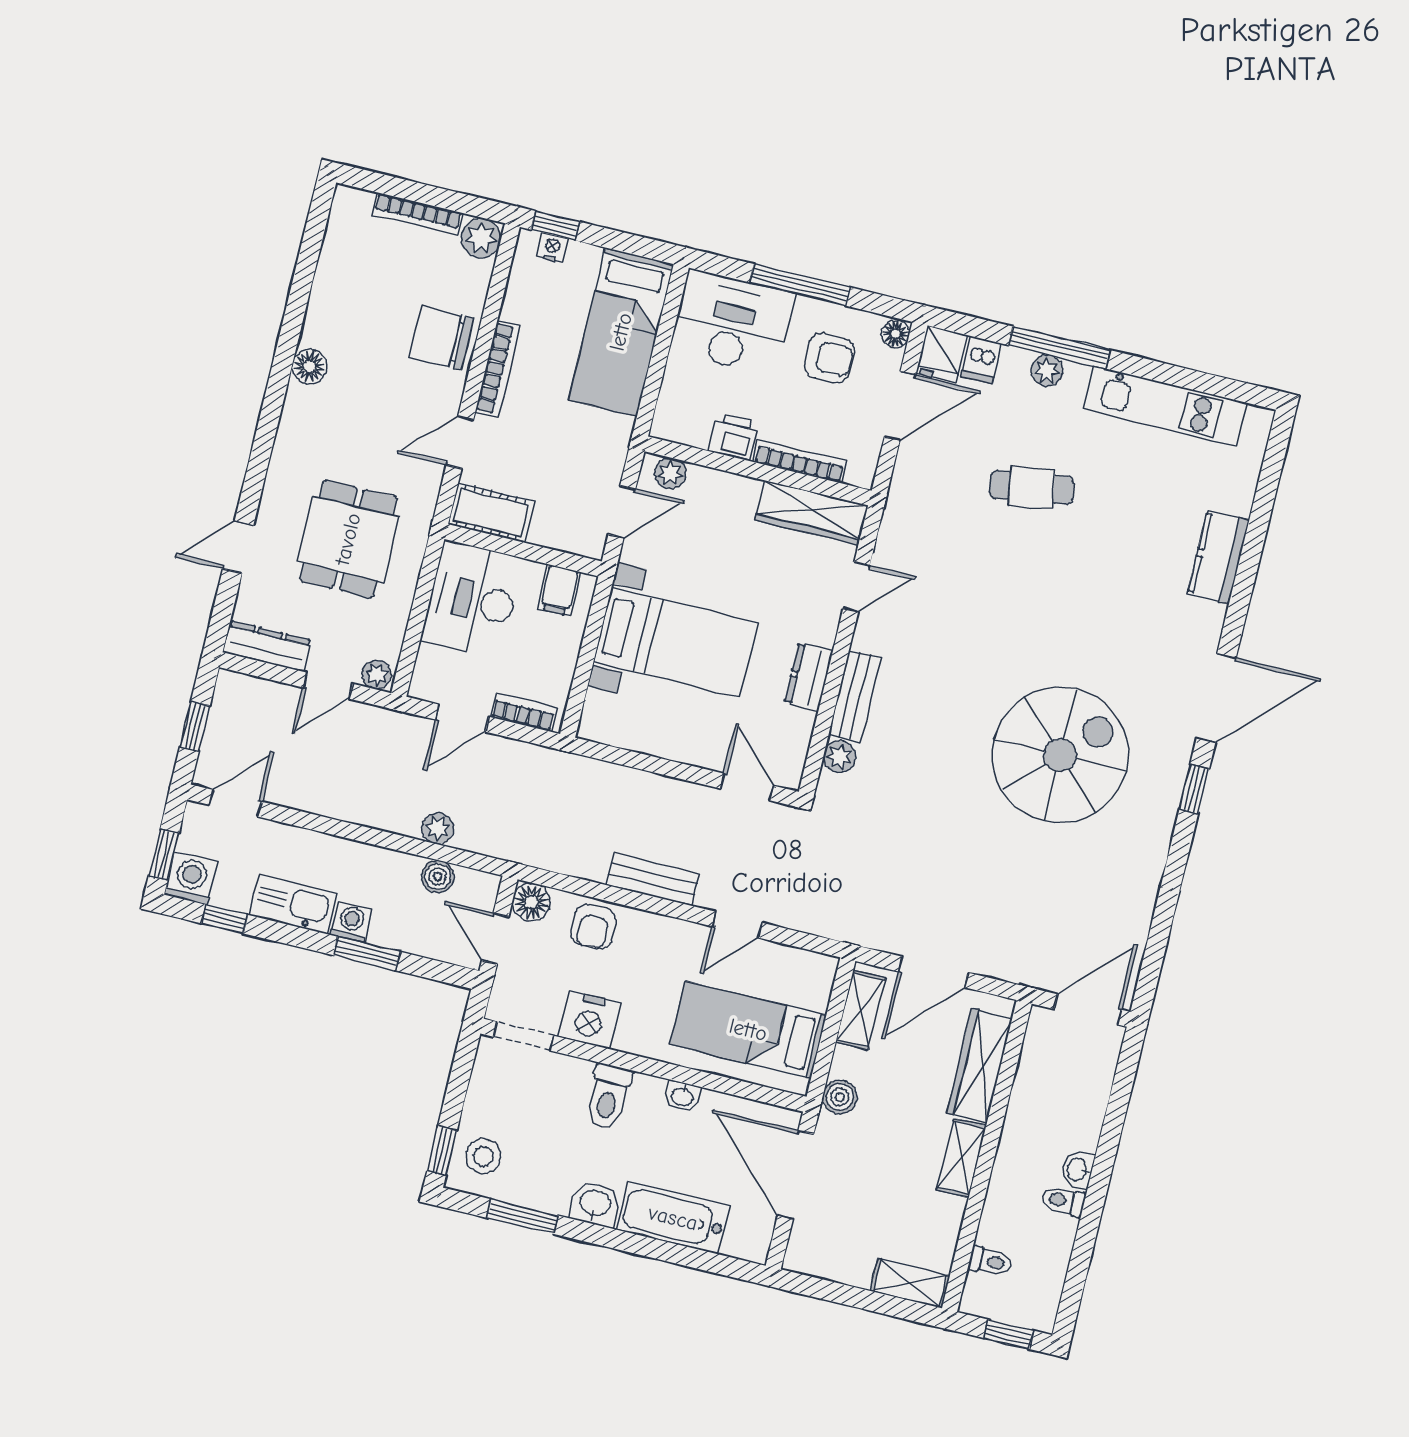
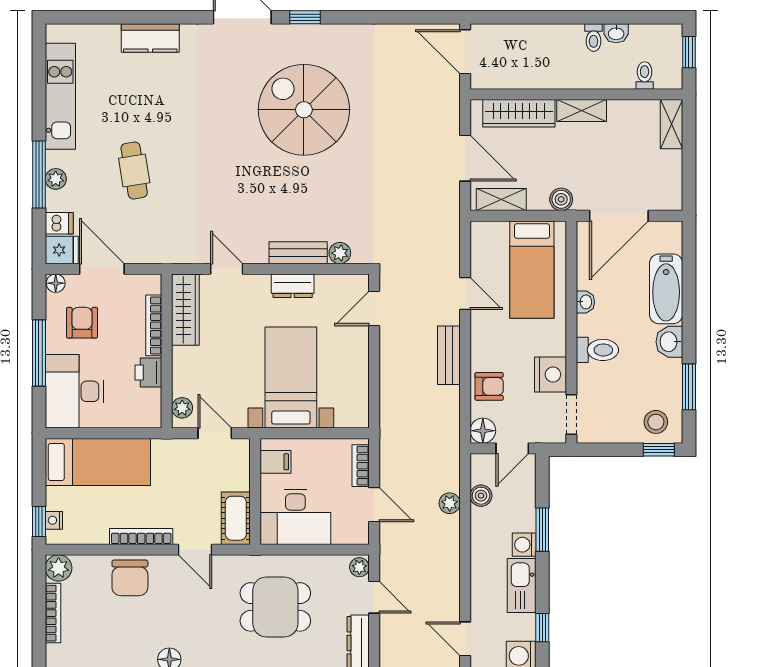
washbasin: (1077, 1170) -> (616, 33), moved

